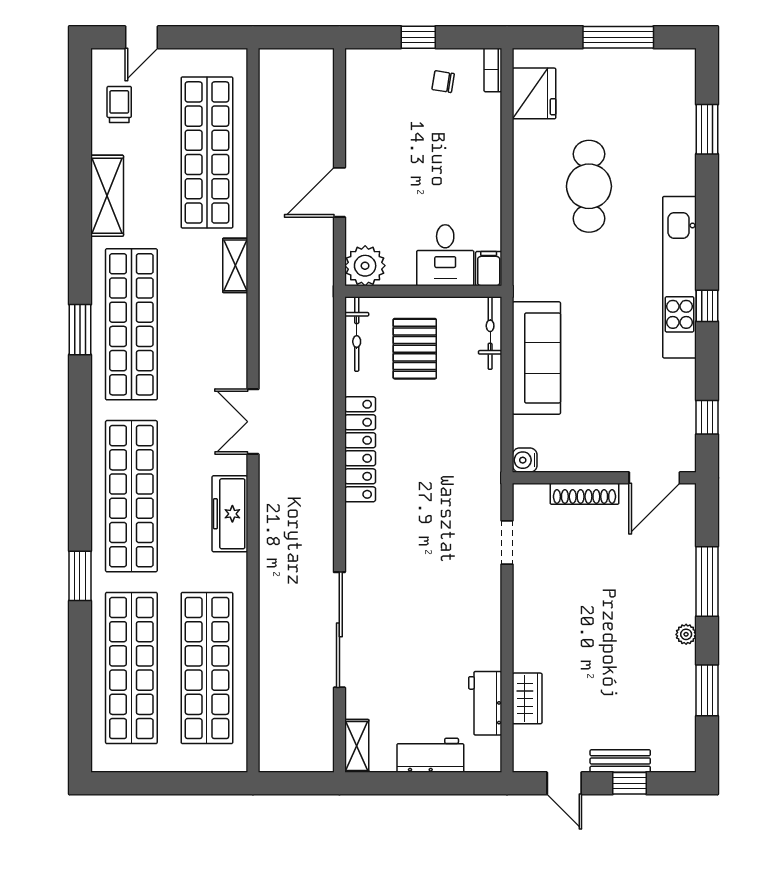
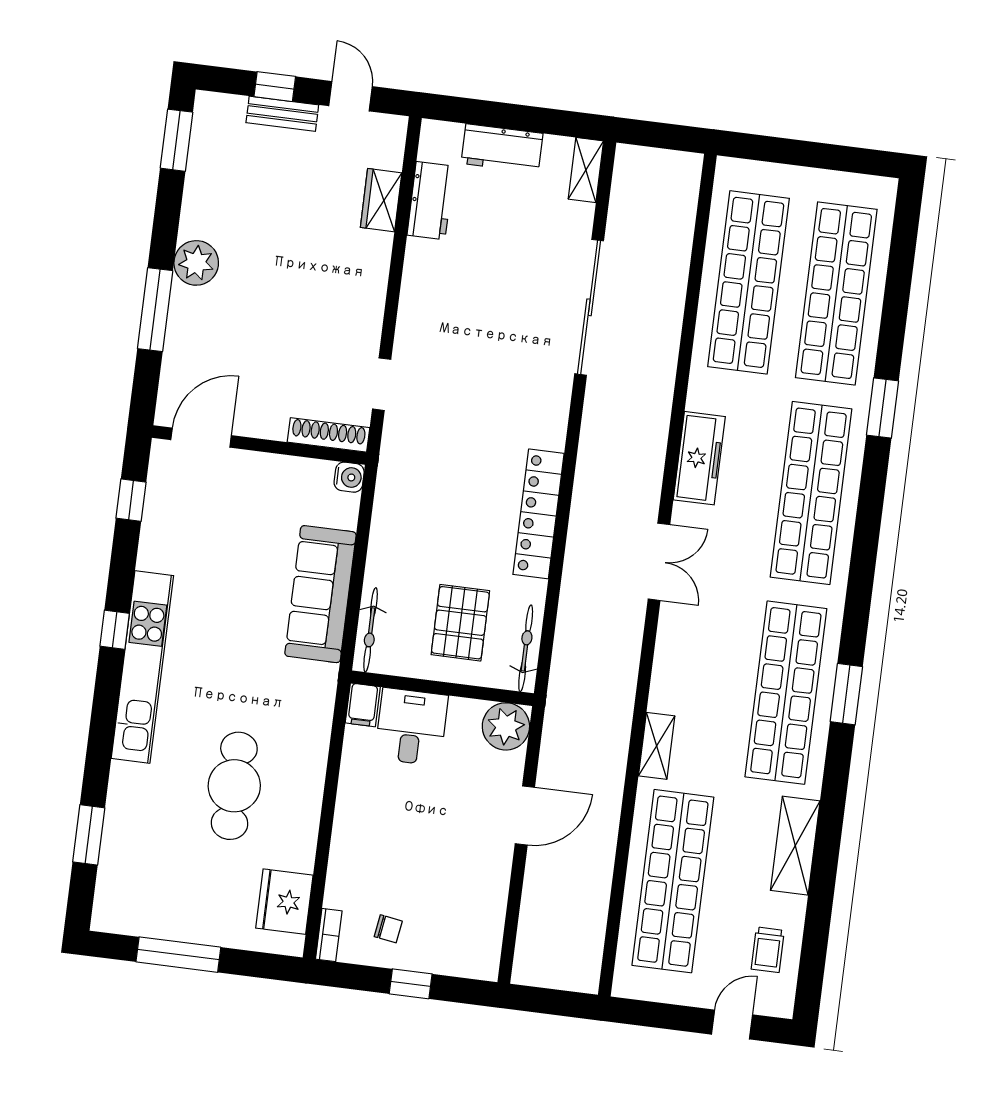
shoe rack: (585, 494) -> (328, 435), moved
plant: (686, 634) -> (196, 263), width x1.88, depth x1.88
window: (707, 690) -> (176, 140), moved

